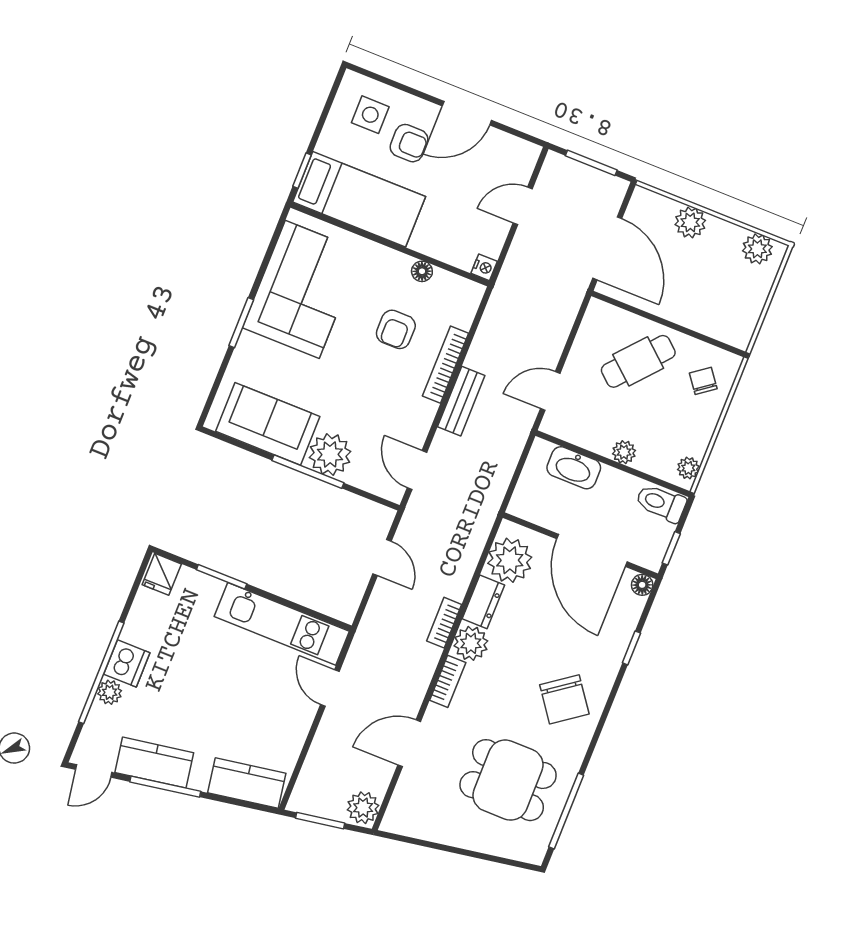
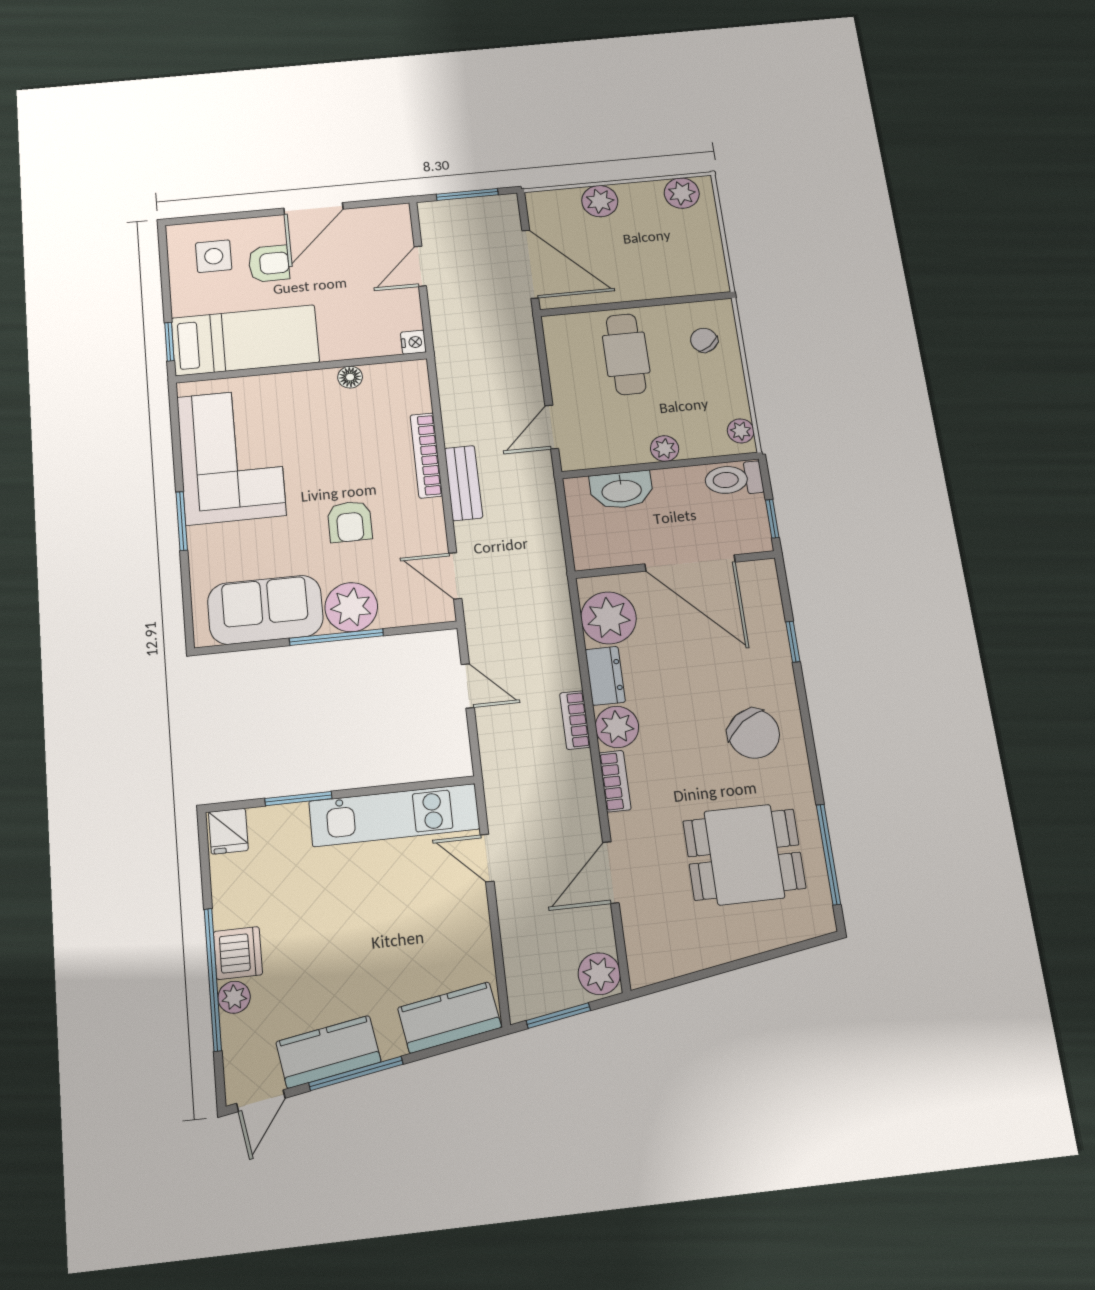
armchair: (396, 329) -> (350, 522), moved
cafe table: (638, 361) -> (626, 354), turned -41
floor lamp: (642, 585) -> (764, 571), removed

